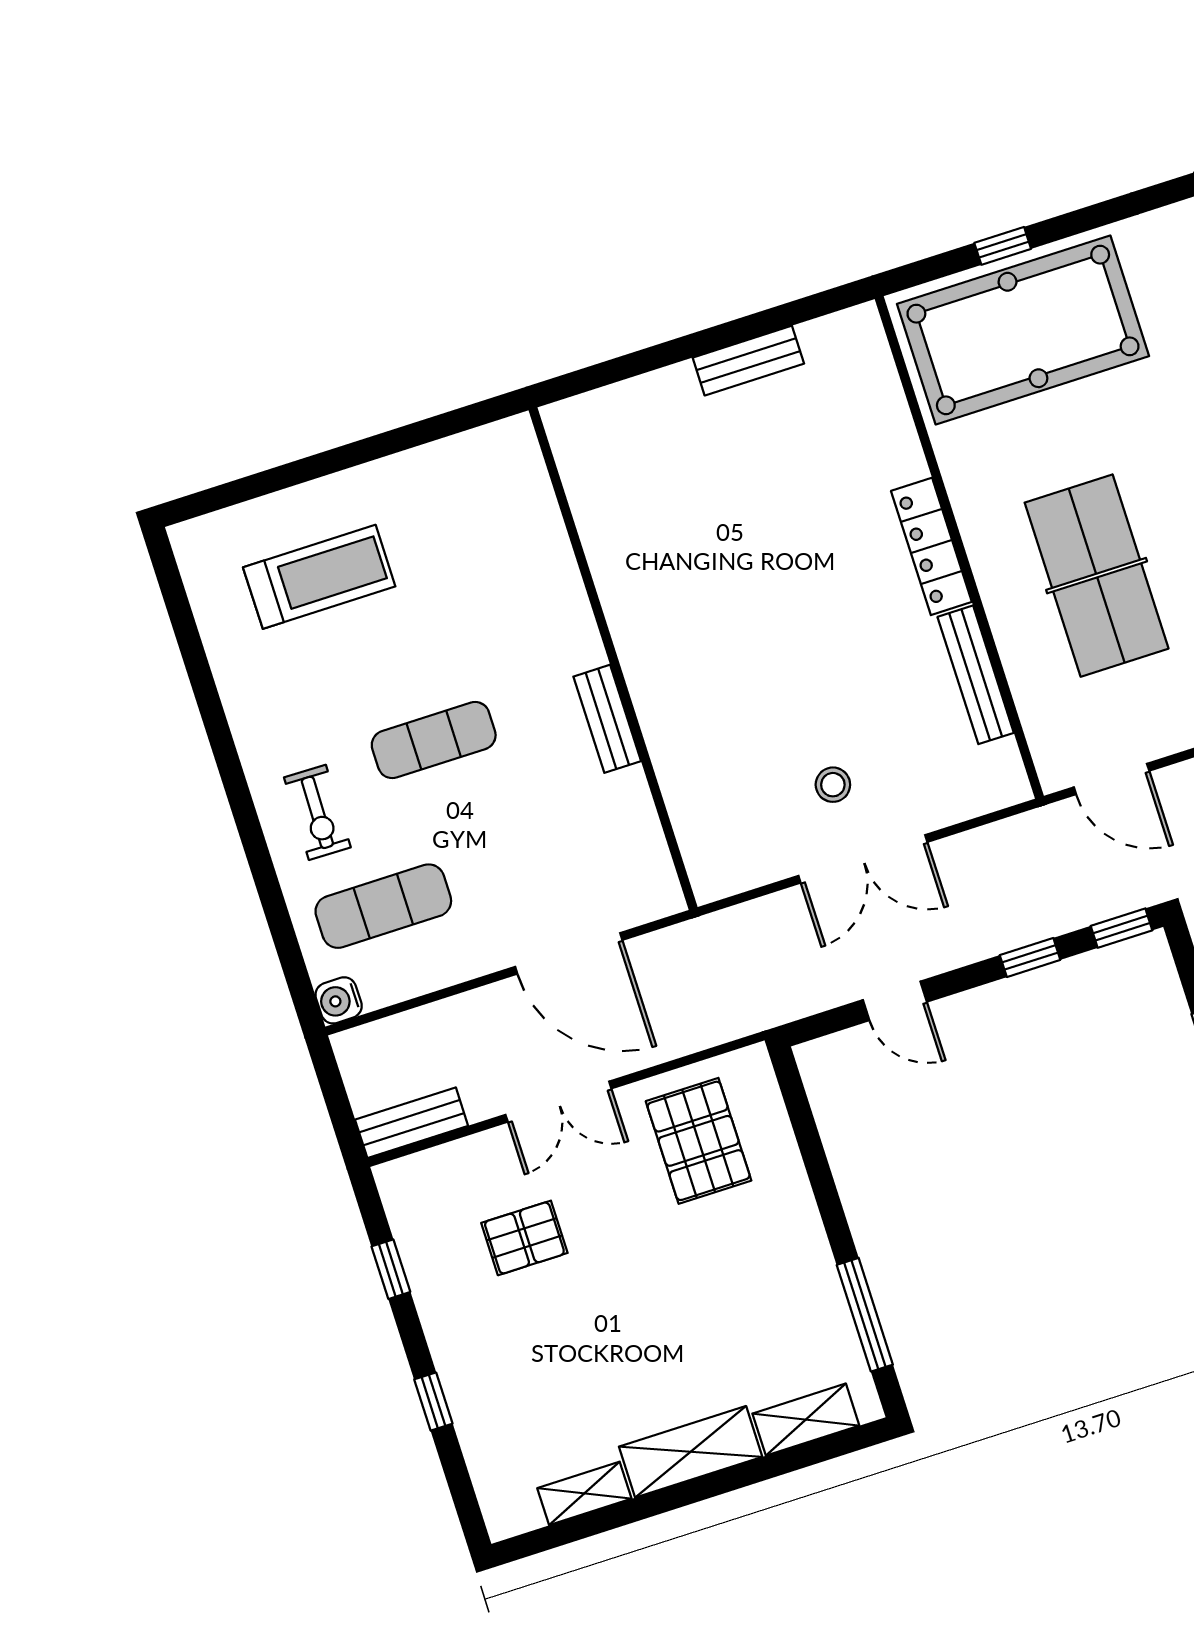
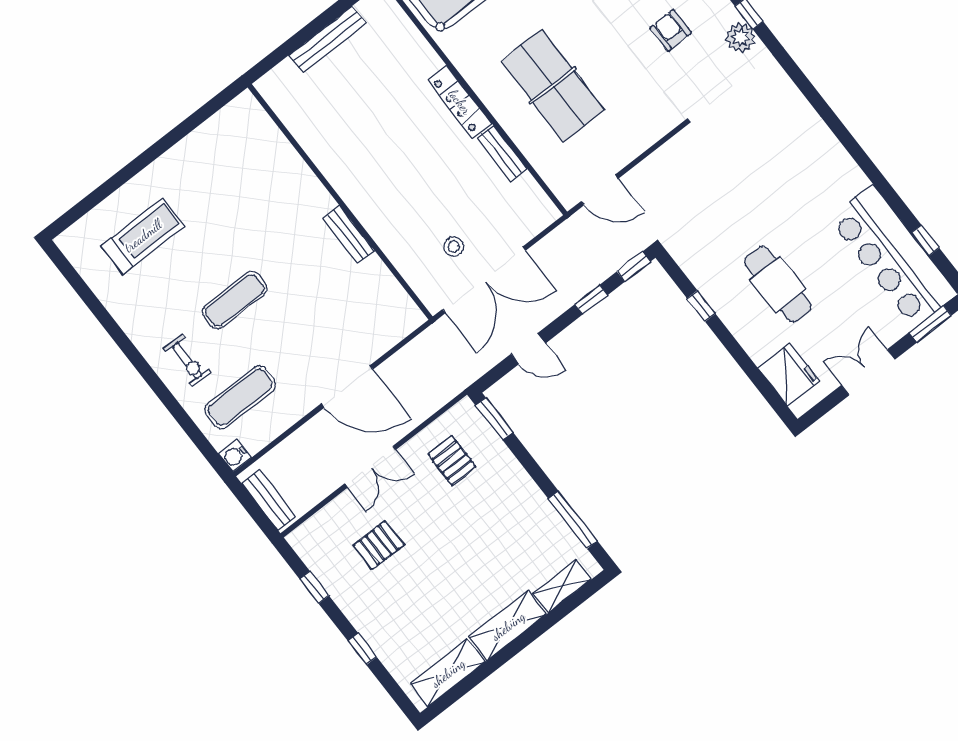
bench: (748, 361) -> (327, 39), width x1.36
wall: (613, 659) -> (340, 202), moved
bench: (976, 675) -> (502, 153), width x0.73
bench: (607, 719) -> (349, 235), moved
double door: (863, 859) -> (484, 280), width x1.36
window: (795, 1097) -> (494, 419), added
bench: (412, 1123) -> (269, 500), moved, turned 90
pallet: (699, 1141) -> (452, 460), width x0.67, depth x0.71
shelving: (584, 1493) -> (448, 673), width x1.50, depth x1.33

